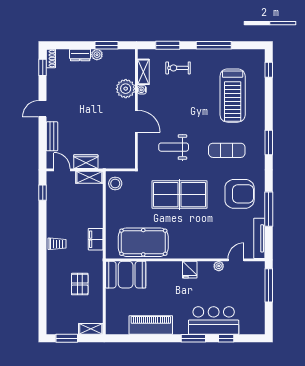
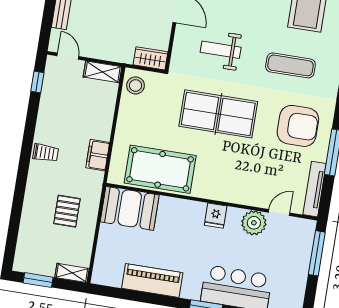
wardrobe: (86, 162) -> (151, 58), moved
plant: (219, 266) -> (254, 223), width x1.88, depth x1.88

